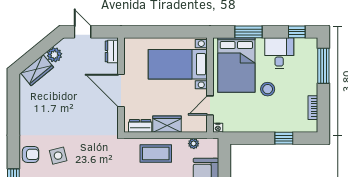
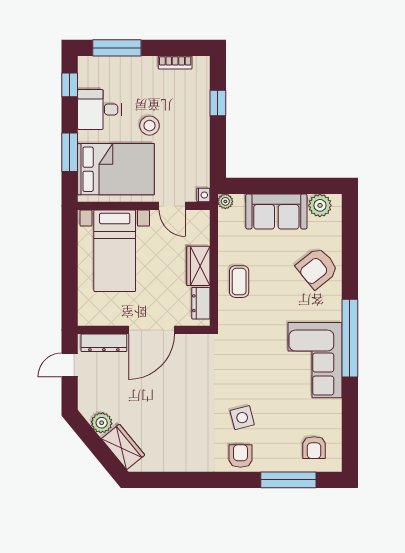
door: (83, 32) -> (70, 365), moved
dresser: (112, 51) -> (104, 343), width x1.44
plant: (194, 144) -> (225, 201), moved
coffee table: (156, 153) -> (239, 282), width x0.73, depth x0.77

